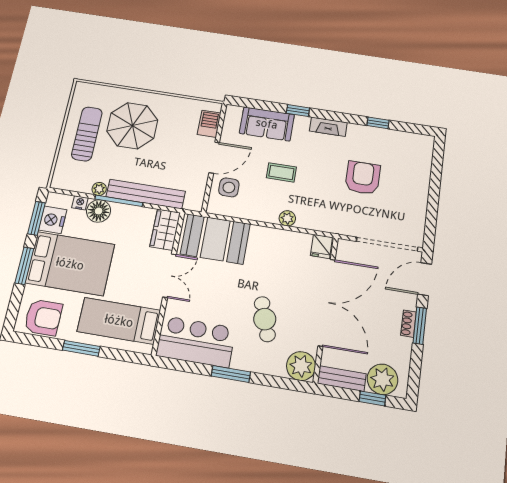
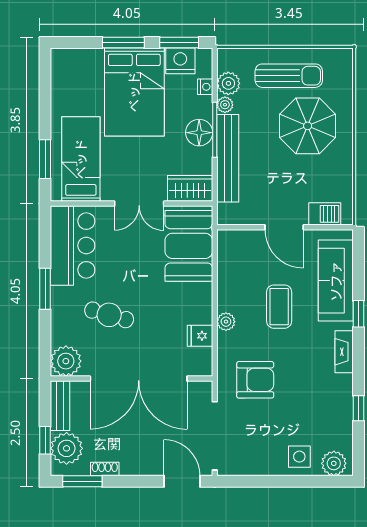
sofa: (267, 124) -> (336, 281), width x1.36
plant: (423, 150) -> (334, 463), added
coffee table: (281, 172) -> (279, 307), width x1.36, depth x1.30
armchair: (363, 178) -> (255, 380), moved
plant: (82, 183) -> (228, 83), added
side table: (229, 187) -> (299, 457), moved
floor lamp: (99, 211) -> (199, 133), moved
fridge: (321, 246) -> (200, 336), moved
armchair: (43, 317) -> (71, 77), removed
cafe table: (265, 319) -> (109, 315), turned 35
shoe rack: (408, 324) -> (105, 469), moved
window: (420, 326) -> (82, 481), moved
window: (81, 348) -> (45, 159), moved

